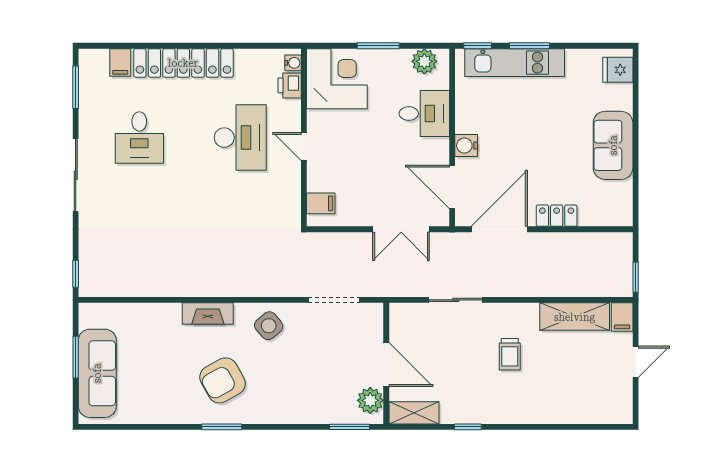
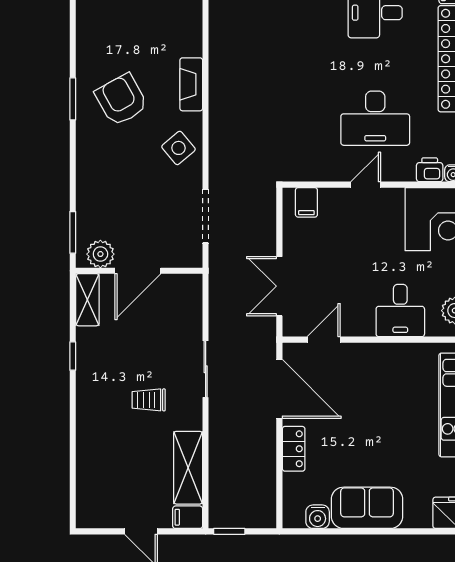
water cooler: (466, 146) -> (318, 517), moved, turned 180
door: (452, 187) -> (324, 340), width x0.73
sliding door: (456, 300) -> (206, 369), moved

